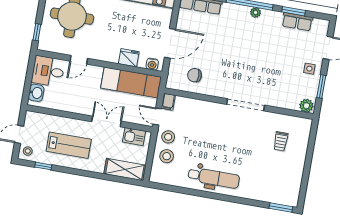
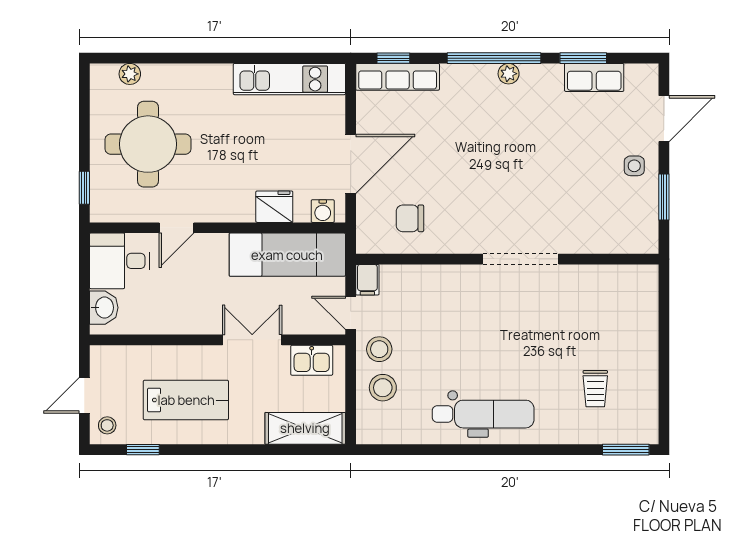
plant: (306, 106) -> (641, 240), removed
trolley: (281, 141) -> (595, 389), moved

